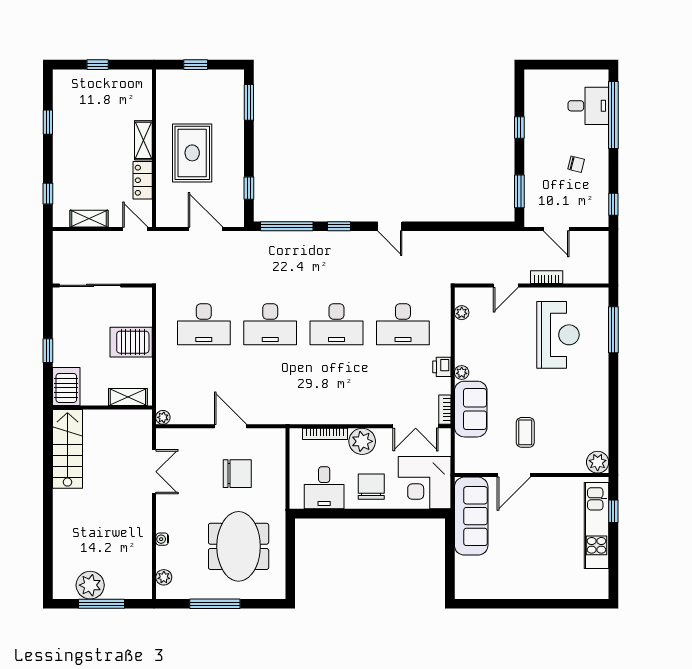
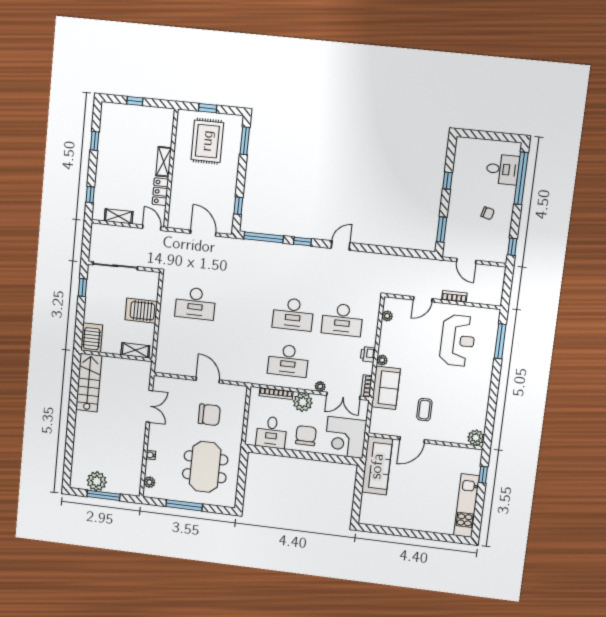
rug: (192, 153) -> (207, 141), moved
door: (390, 226) -> (341, 245), swing flipped
desk: (270, 324) -> (288, 361), moved
window: (48, 351) -> (82, 288), moved
plant: (163, 417) -> (320, 386), moved
kitchen unit: (596, 526) -> (466, 506), moved

